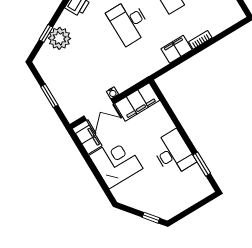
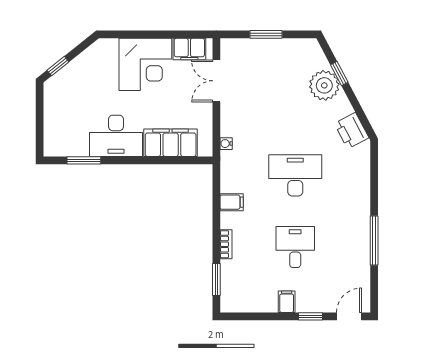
window: (227, 32) -> (216, 279), added
filing cabinet: (177, 49) -> (232, 202), width x0.50
water cooler: (112, 93) -> (226, 144), moved
filing cabinet: (137, 102) -> (171, 143), moved, turned 90

